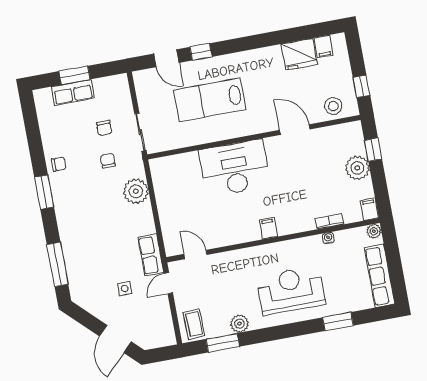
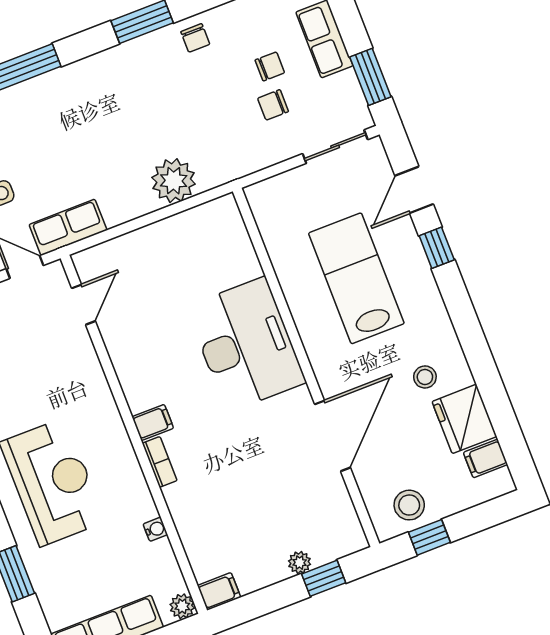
stool: (272, 72) -> (425, 377), added
window: (74, 75) -> (370, 77), moved
stool: (333, 106) -> (409, 505), moved
door: (295, 130) -> (333, 436), width x1.36
sliding door: (140, 132) -> (335, 147), moved
chair: (108, 161) -> (270, 66), moved
plant: (357, 168) -> (300, 563), width x0.53, depth x0.53
bookcase: (329, 222) -> (160, 462), moved

